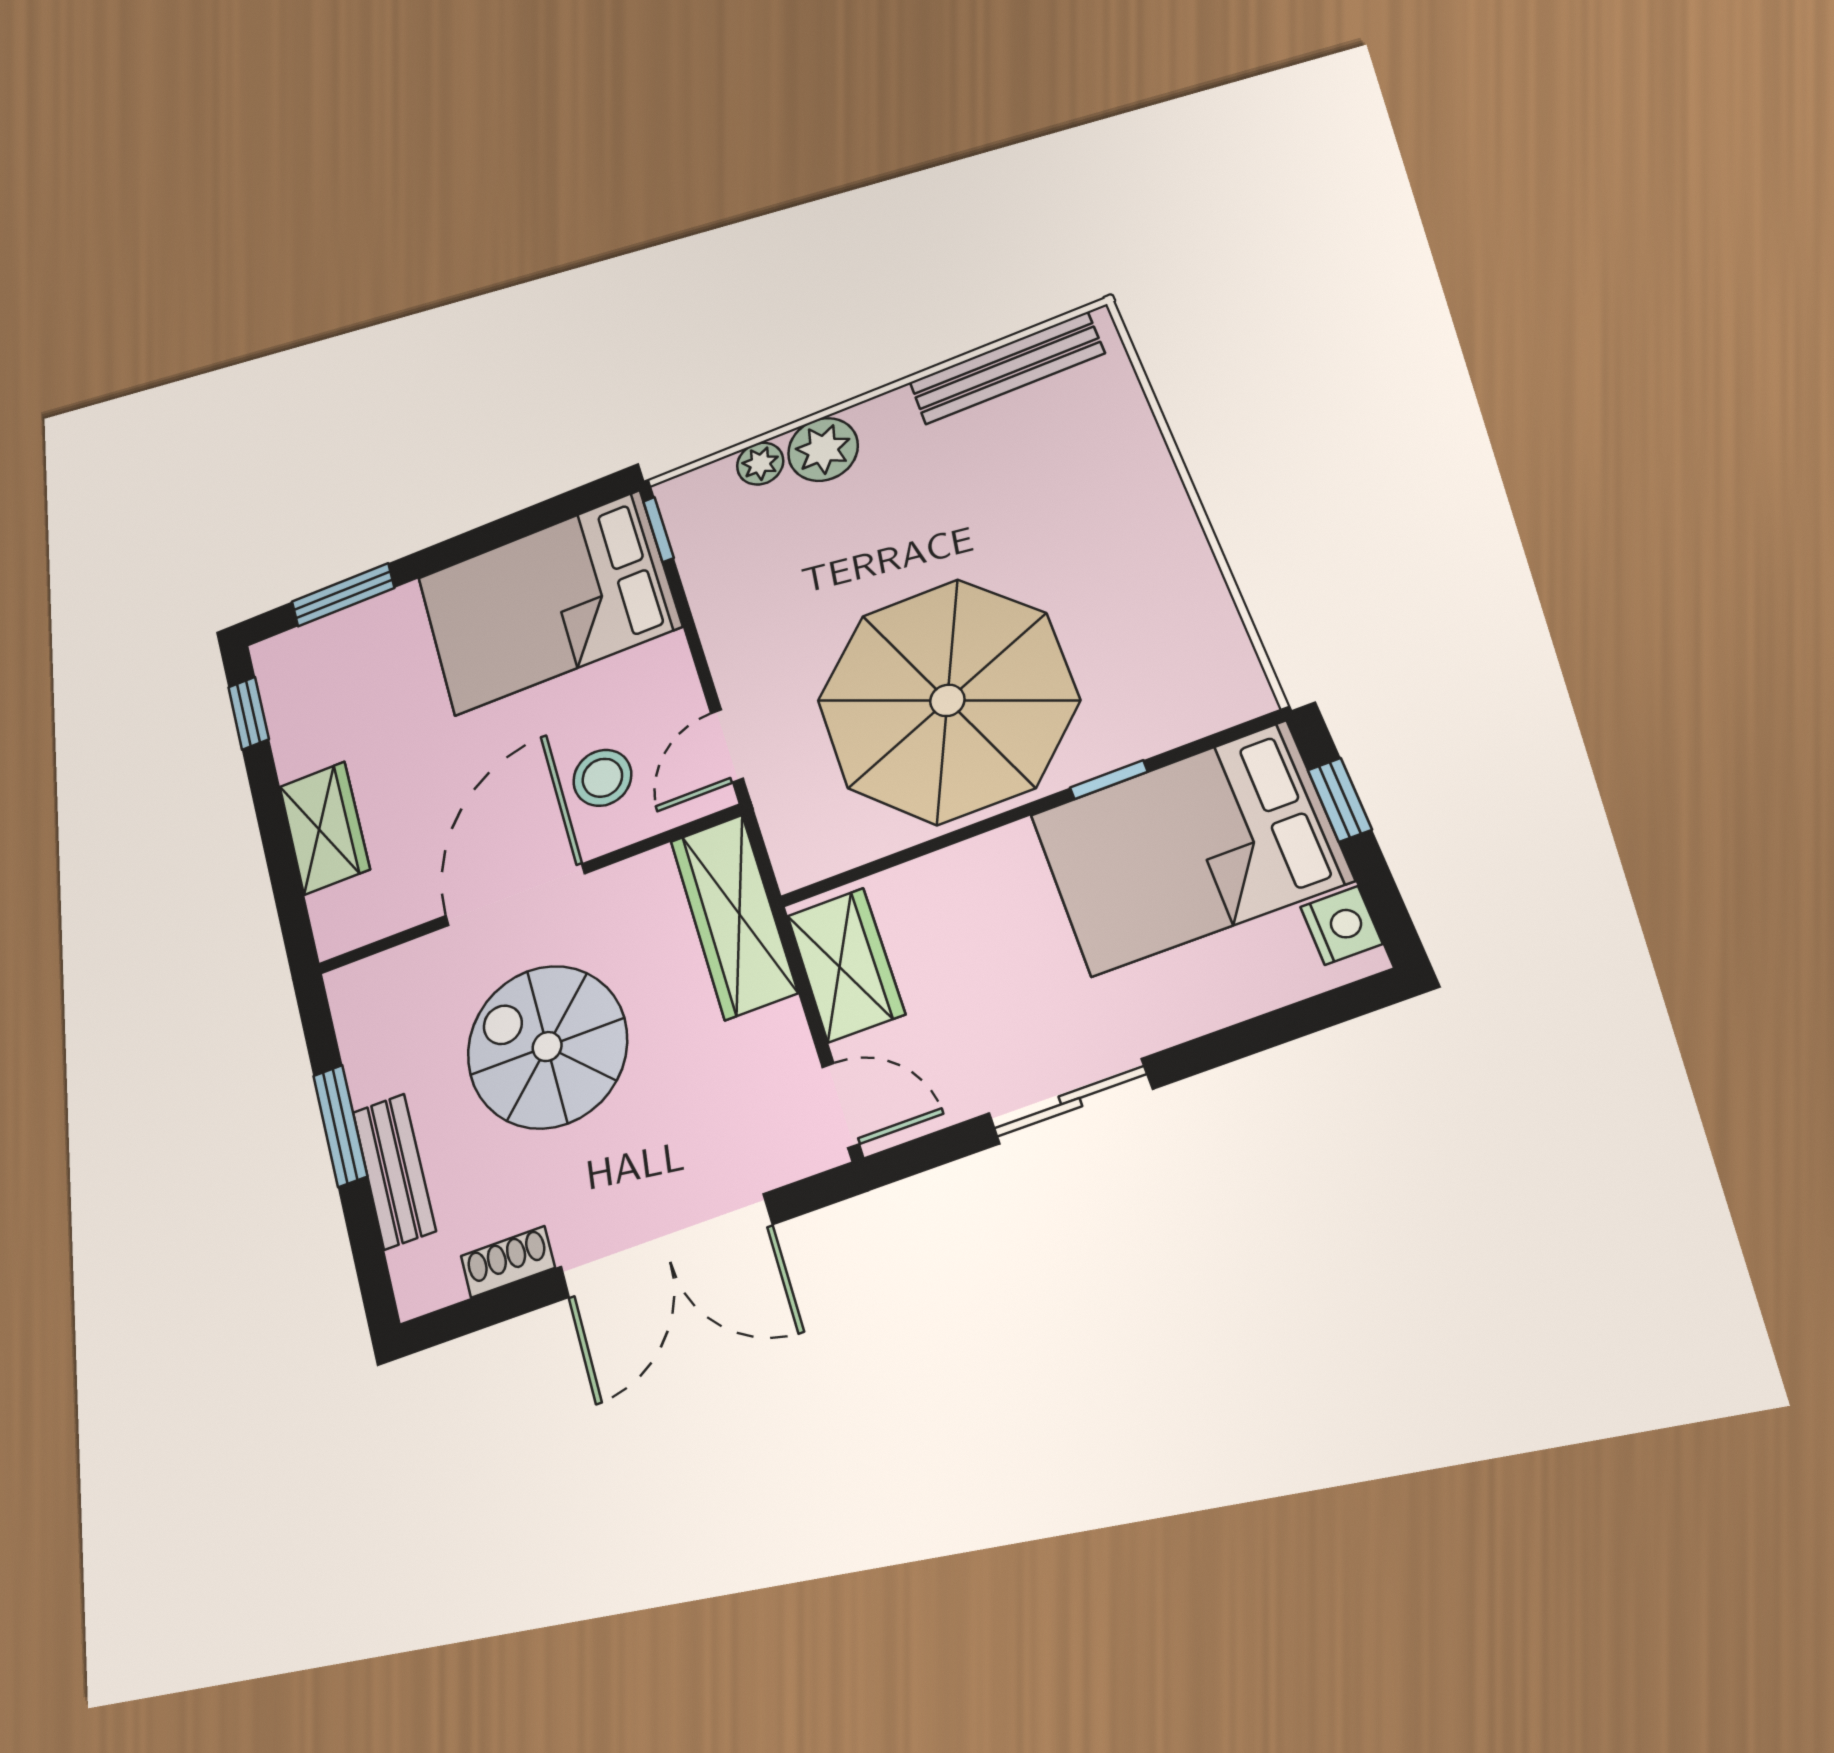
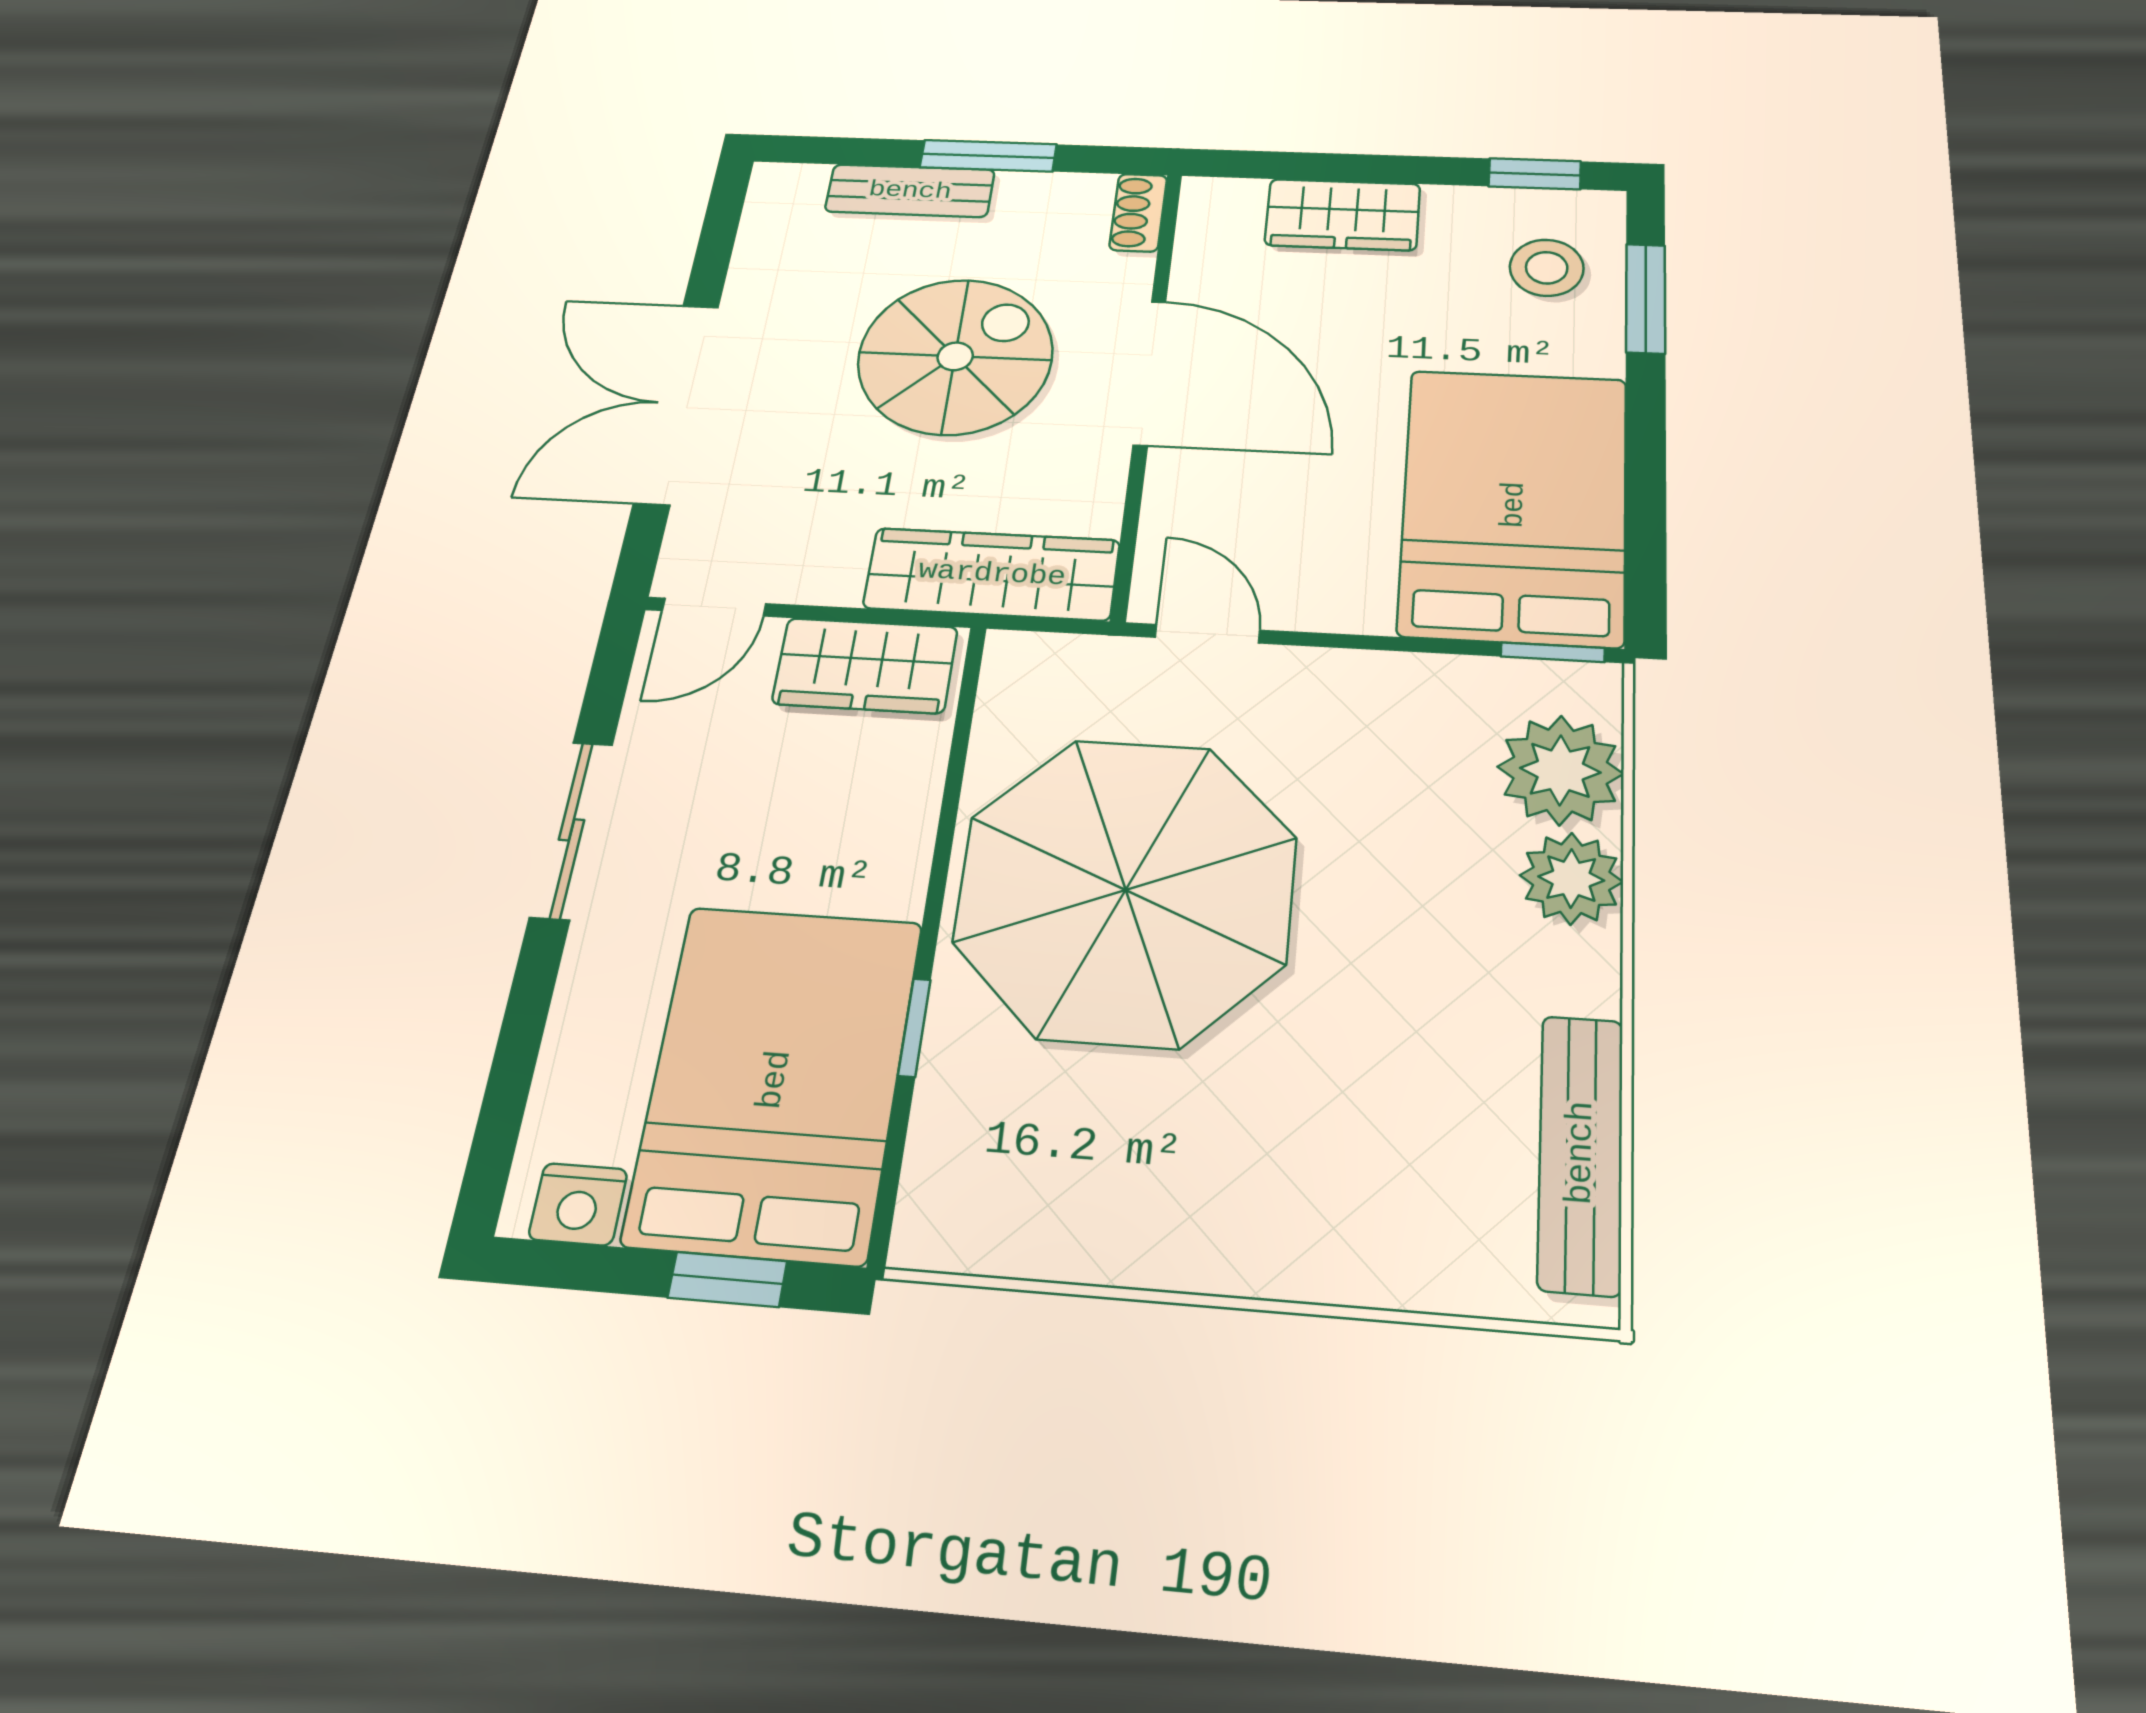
plant: (760, 464) -> (1560, 770), width x1.88, depth x1.88
stool: (602, 778) -> (1547, 268), moved
shoe rack: (508, 1262) -> (1138, 213), moved, turned 180

